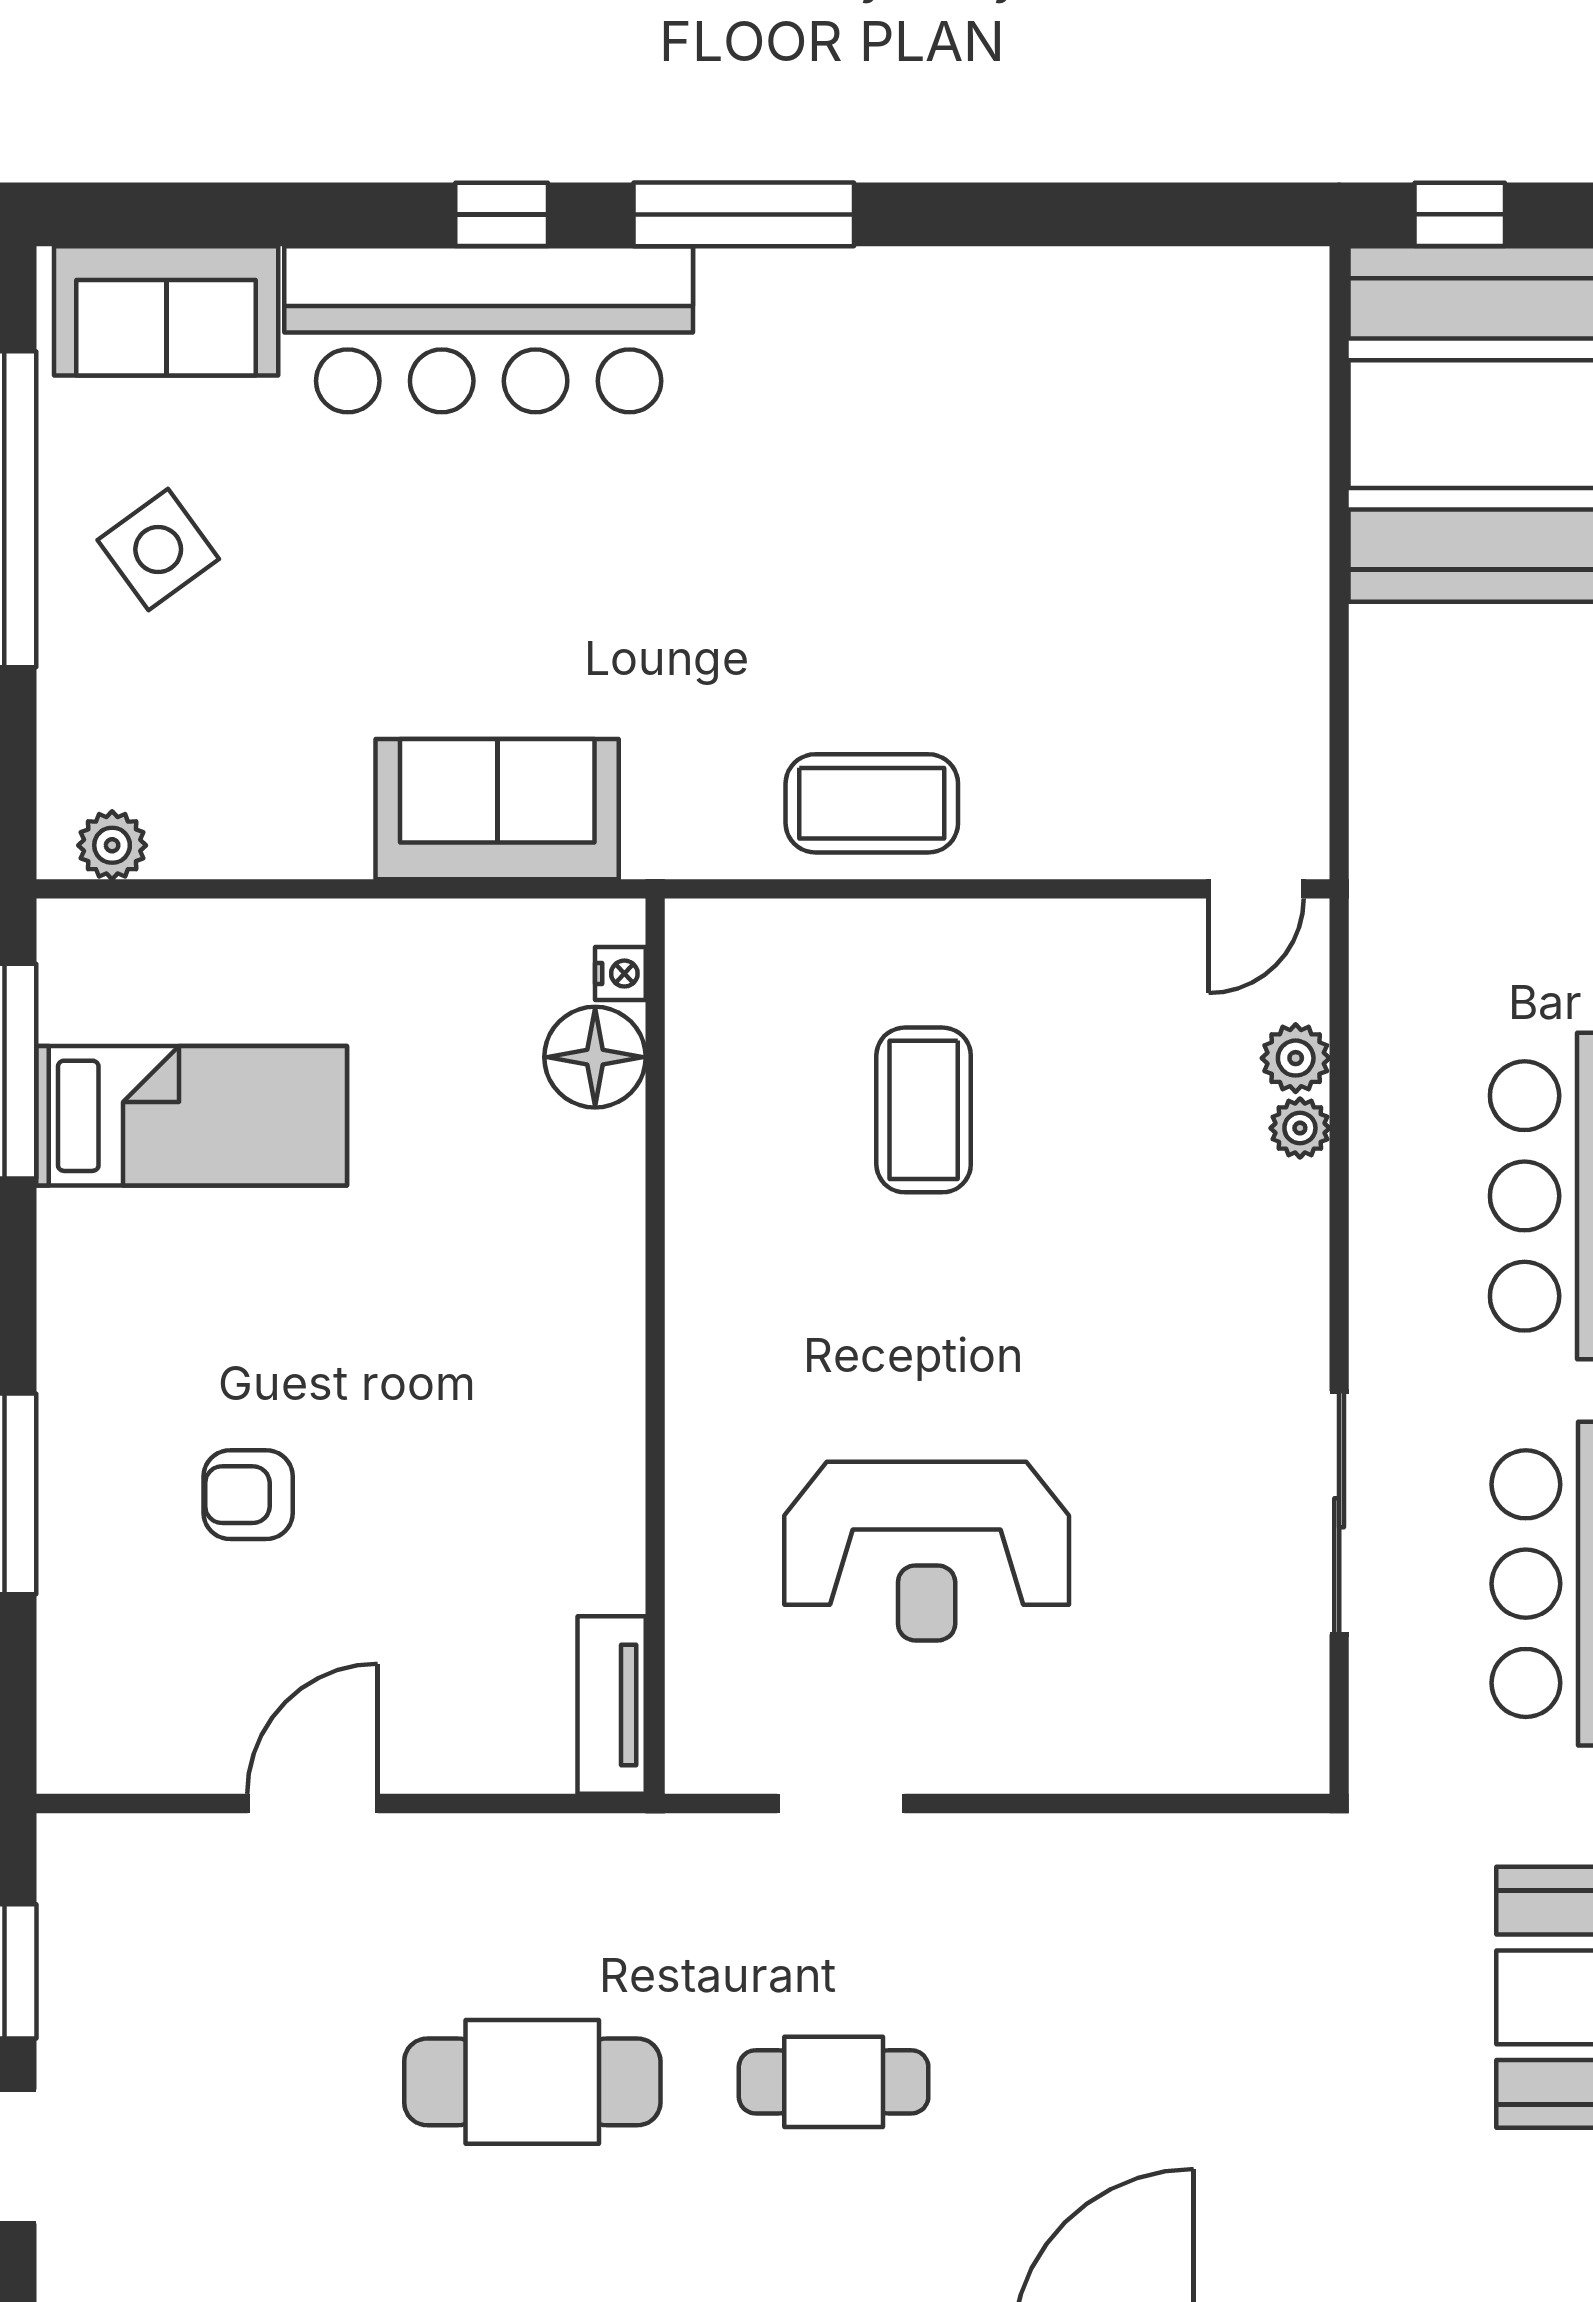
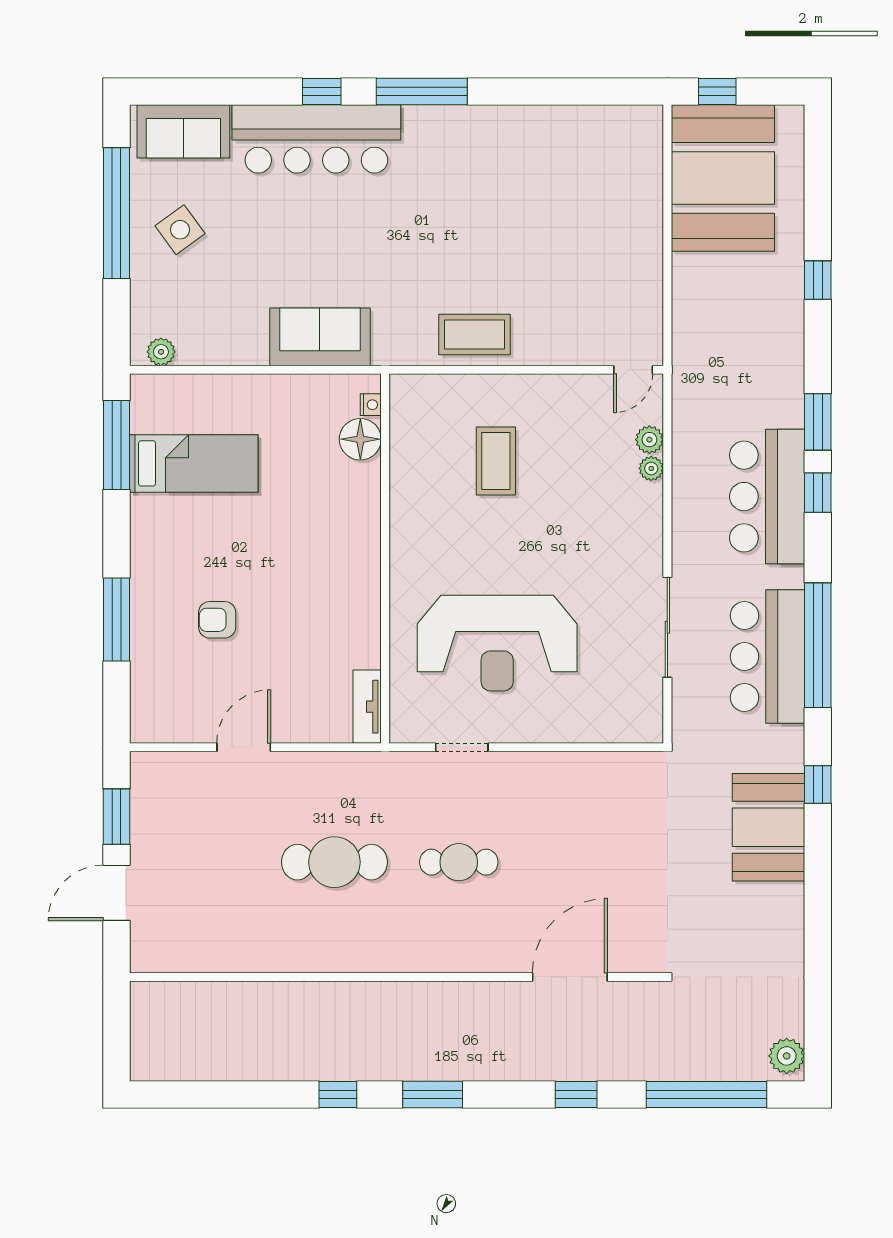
reception desk: (927, 1551) -> (497, 643), width x1.36, depth x1.30

